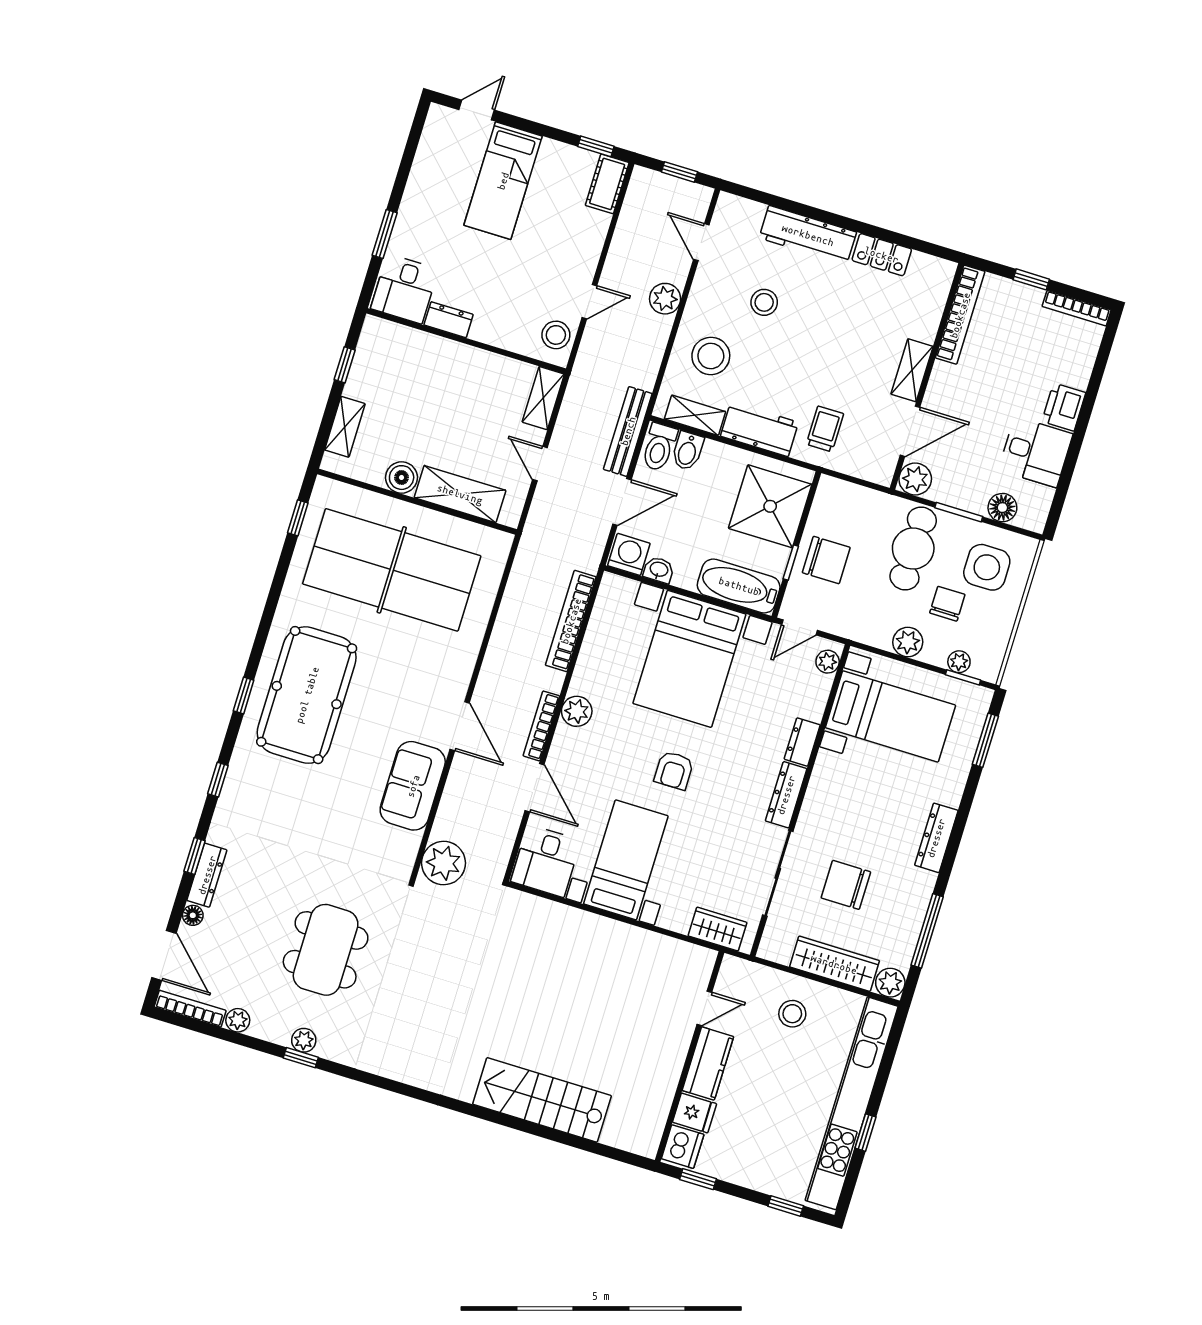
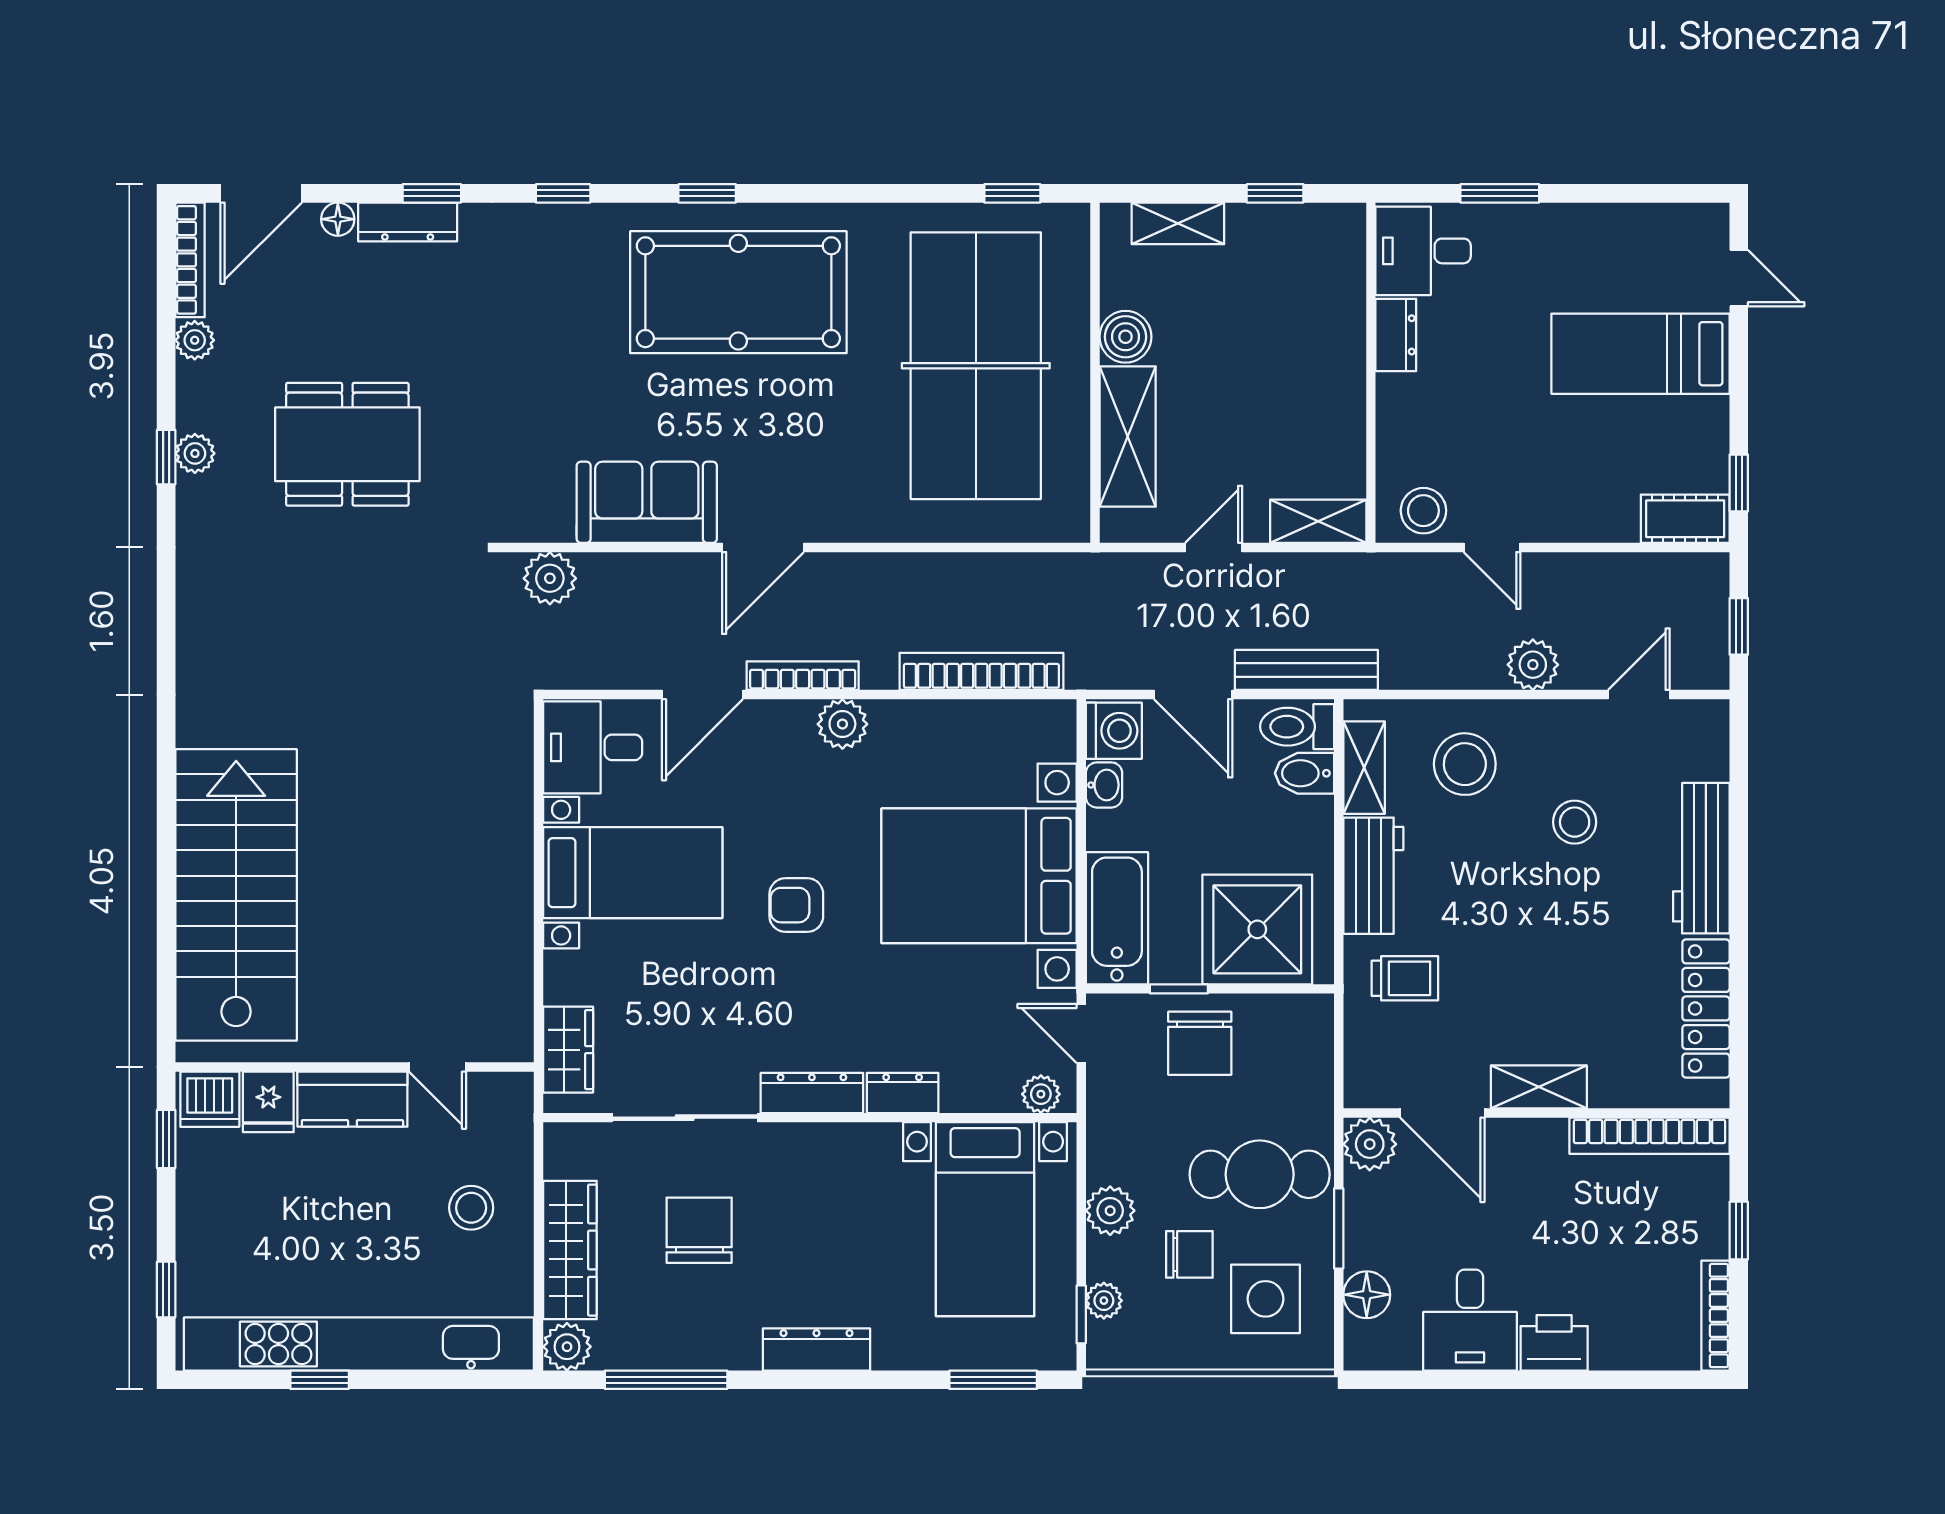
locker: (882, 255) -> (1706, 1008), width x1.53
plant: (444, 863) -> (550, 578), width x0.73, depth x0.73
stairs: (542, 1100) -> (236, 895), width x1.36, depth x1.51

